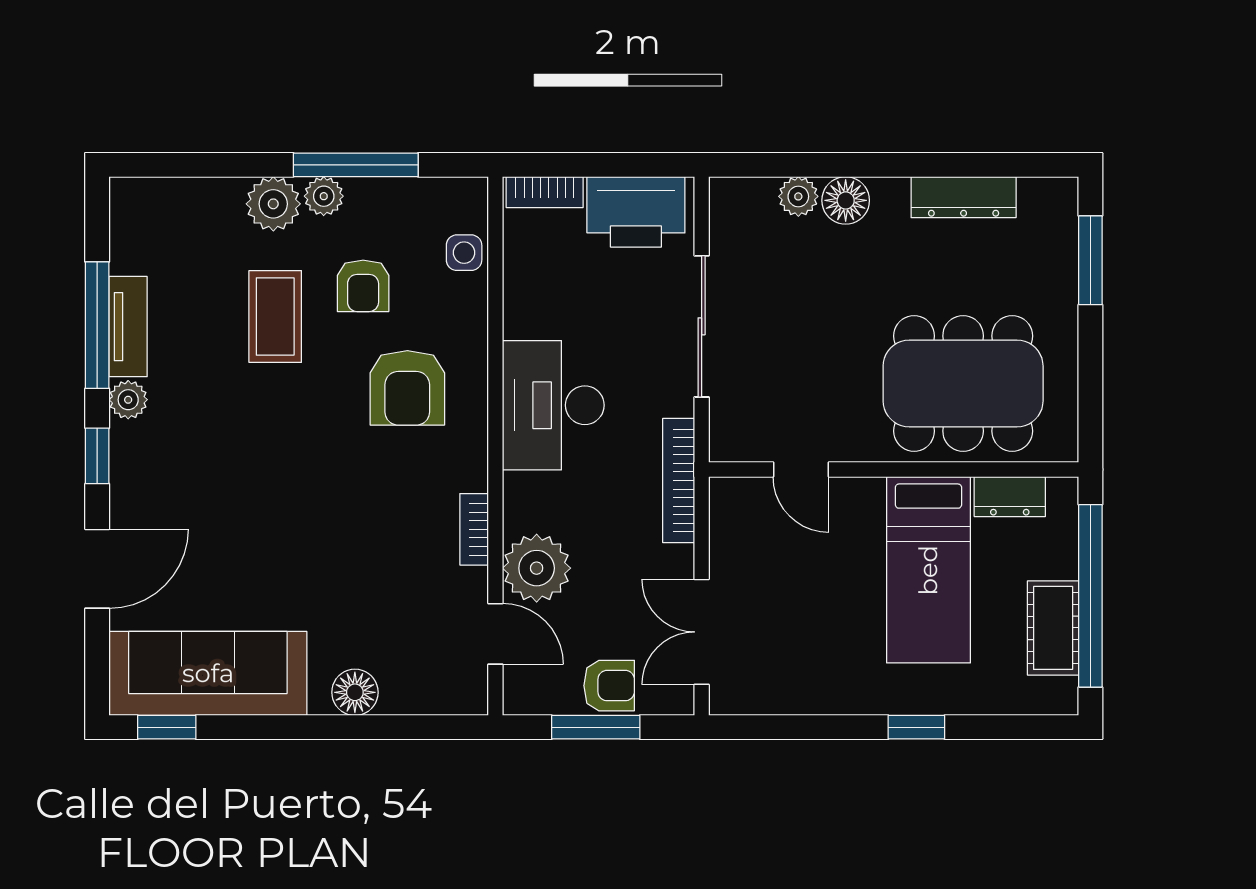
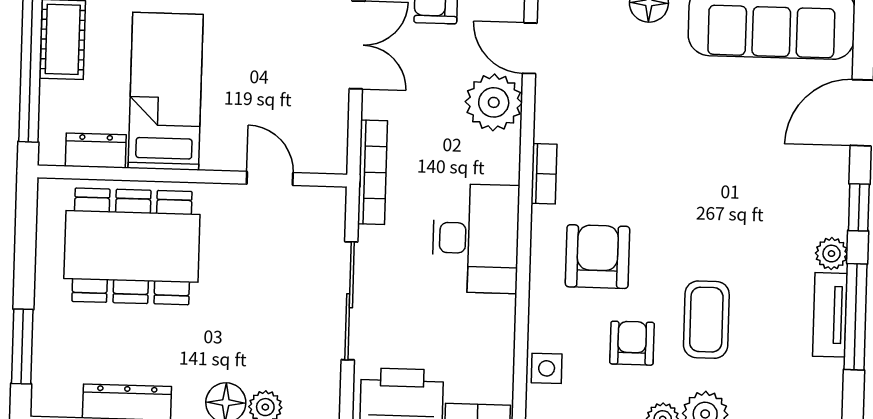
bookcase: (474, 529) -> (544, 174), moved

